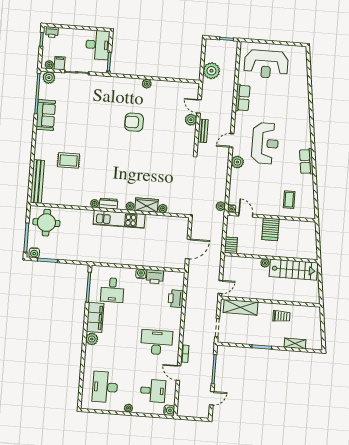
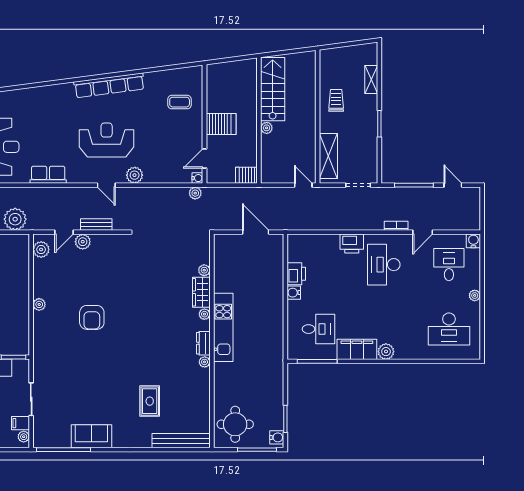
plant: (49, 78) -> (41, 250), moved
row of seats: (306, 161) -> (109, 85), width x2.02
printer: (176, 299) -> (352, 244), moved

